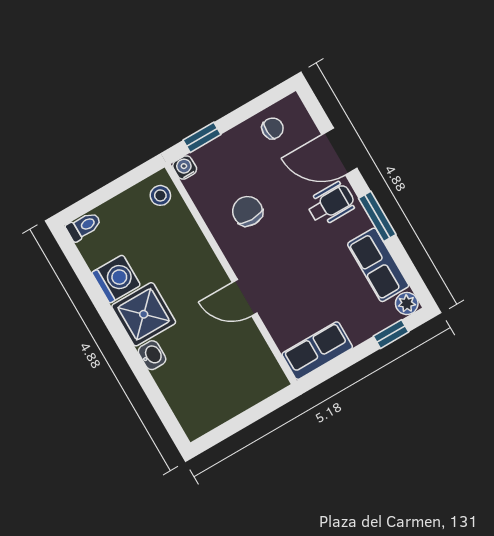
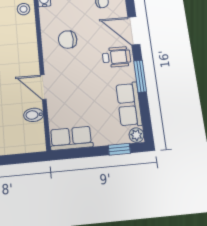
chair: (248, 211) -> (68, 40), turned -90
bidet: (250, 343) -> (34, 115), added

